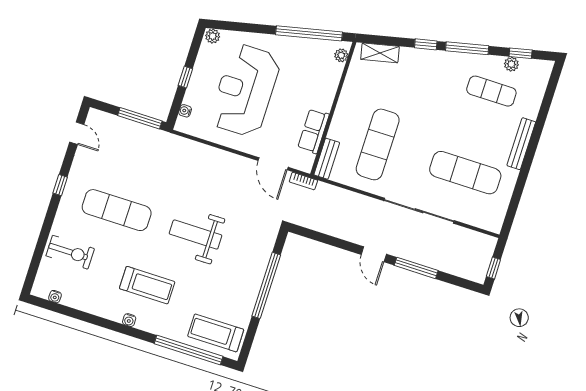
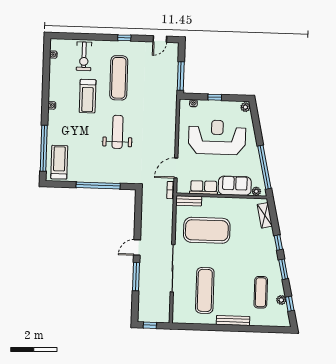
window: (467, 48) -> (283, 269), width x0.69
sofa: (324, 85) -> (235, 186), added
exercise mat: (378, 144) -> (207, 230), width x1.47
treadmill: (147, 285) -> (88, 96), moved

